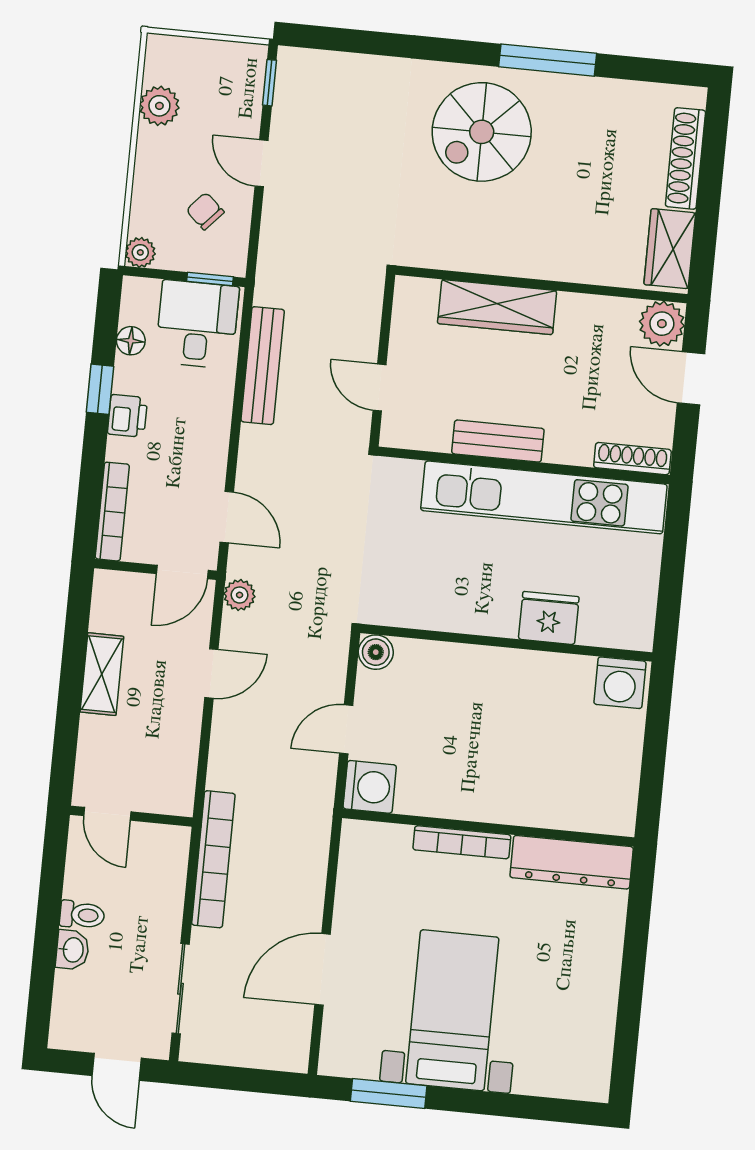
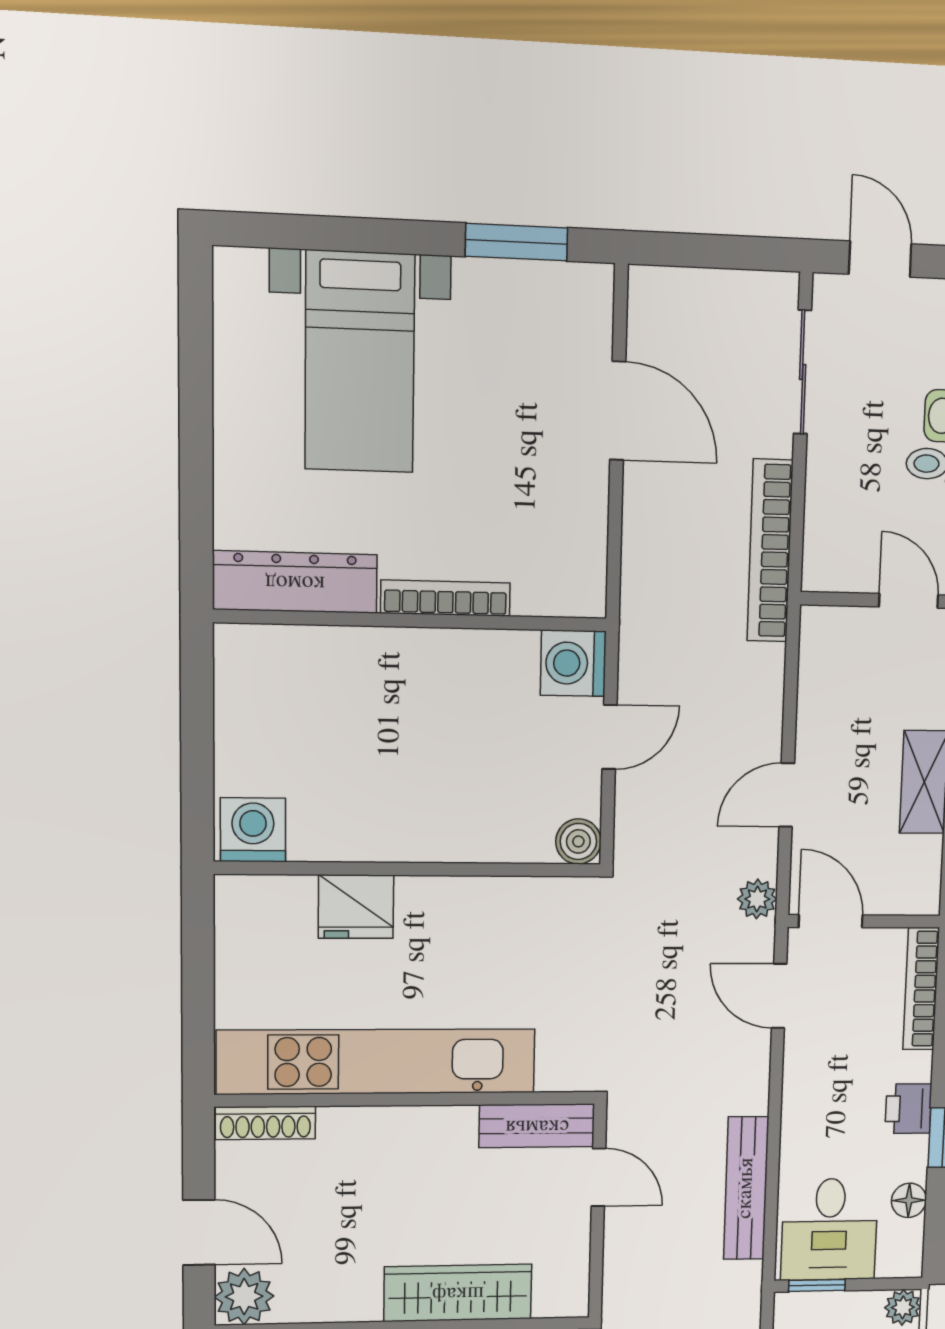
bench: (498, 441) -> (537, 1126), moved
door: (182, 572) -> (831, 921), hinge flipped
door: (323, 969) -> (618, 411), hinge flipped
bed with nightstands: (452, 1010) -> (360, 362), moved

